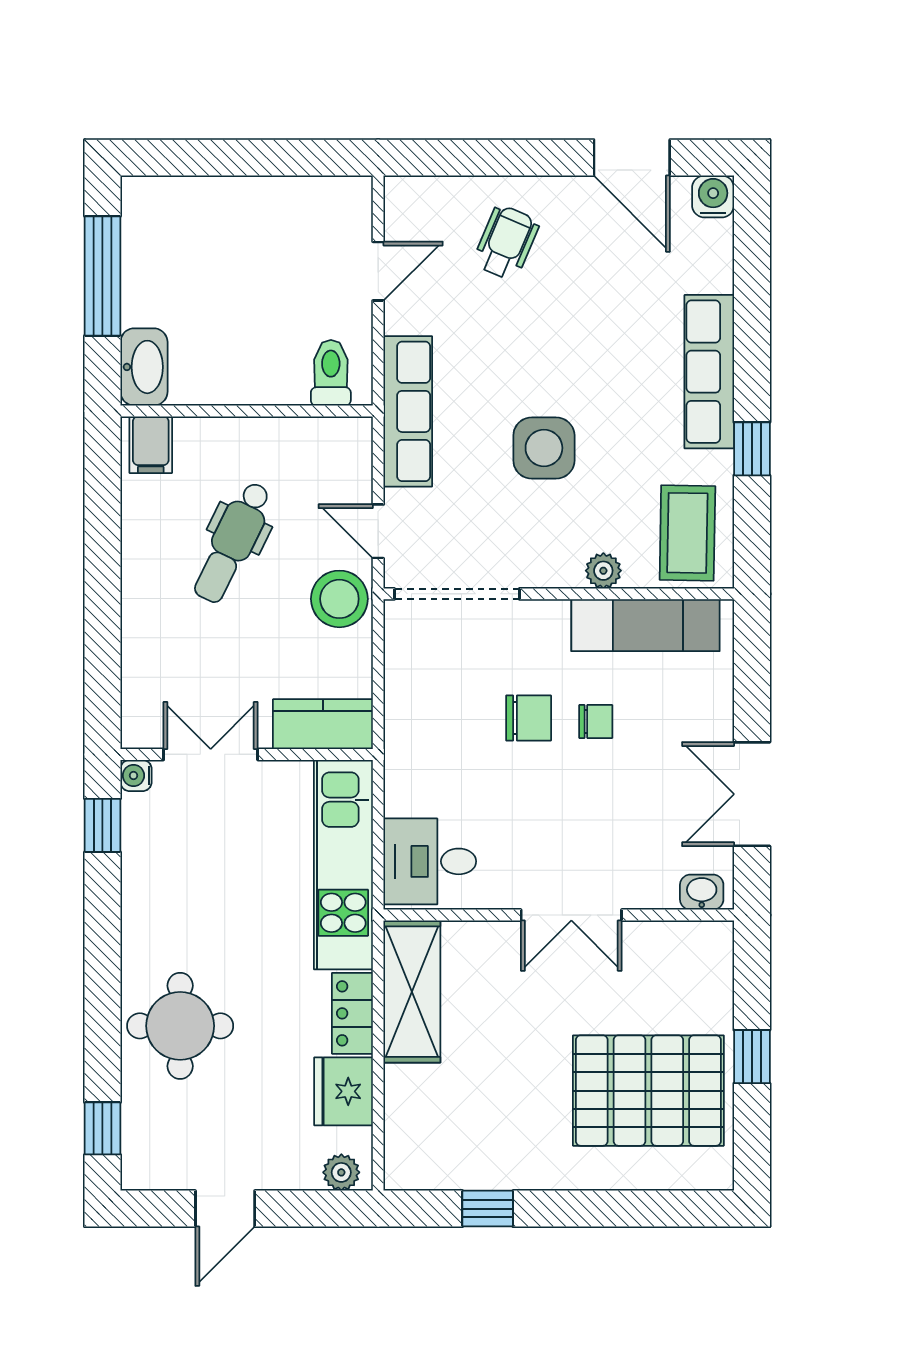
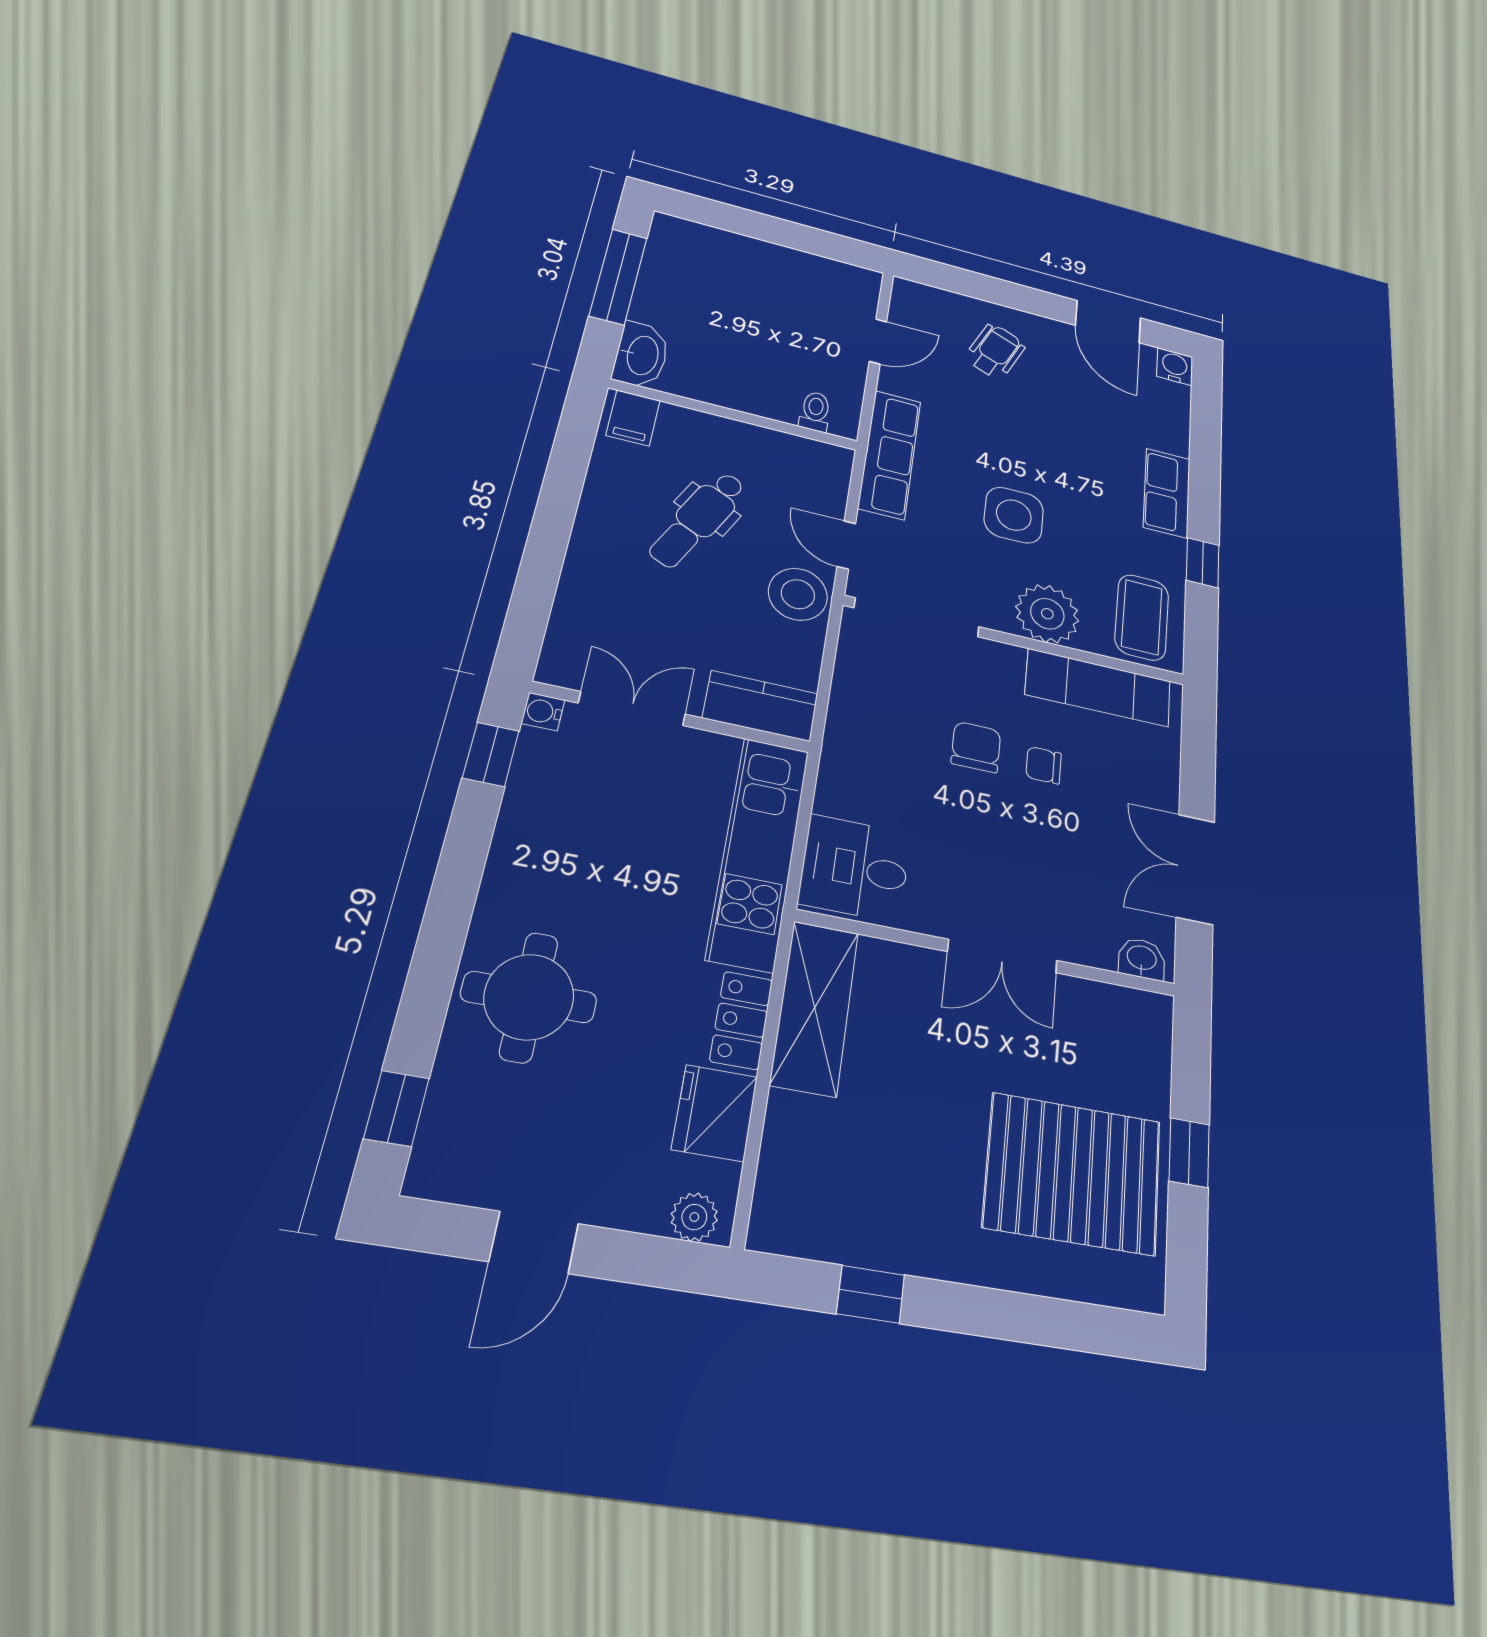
row of seats: (709, 372) -> (1167, 493), width x0.68
toilet: (331, 373) -> (815, 411), width x0.73, depth x0.72
plant: (603, 571) -> (1047, 614), width x1.88, depth x1.88
chair: (529, 718) -> (976, 747), turned -90
chair: (596, 721) -> (1044, 765), turned 180

